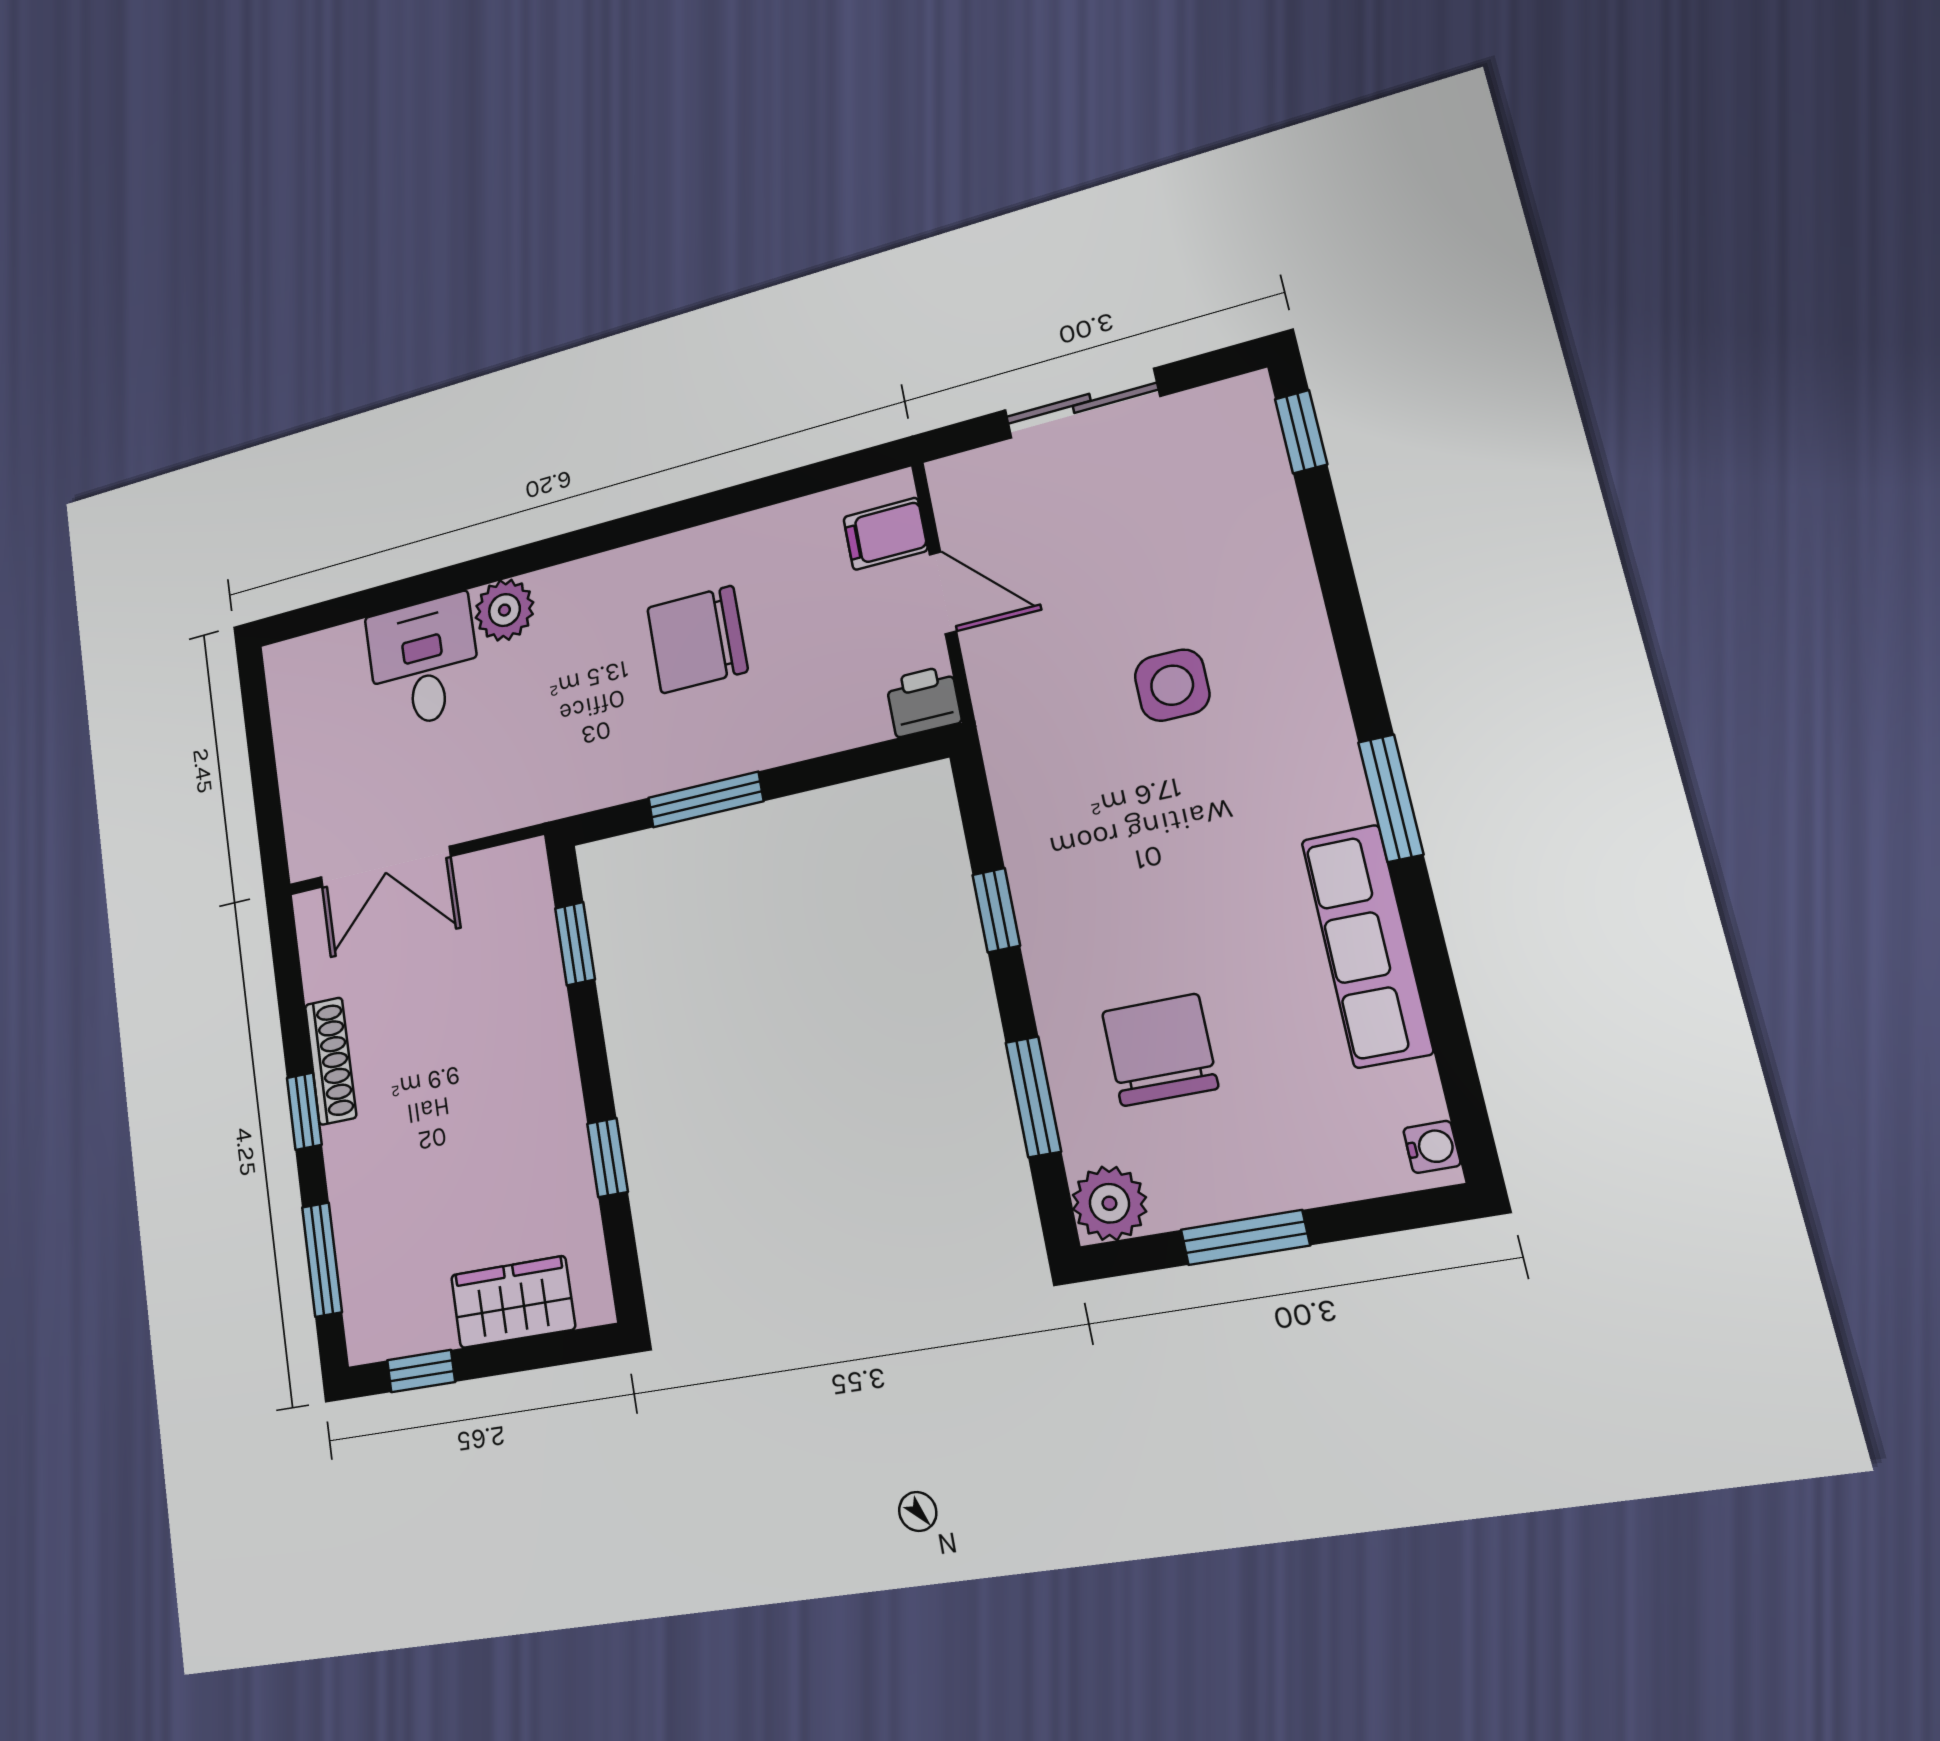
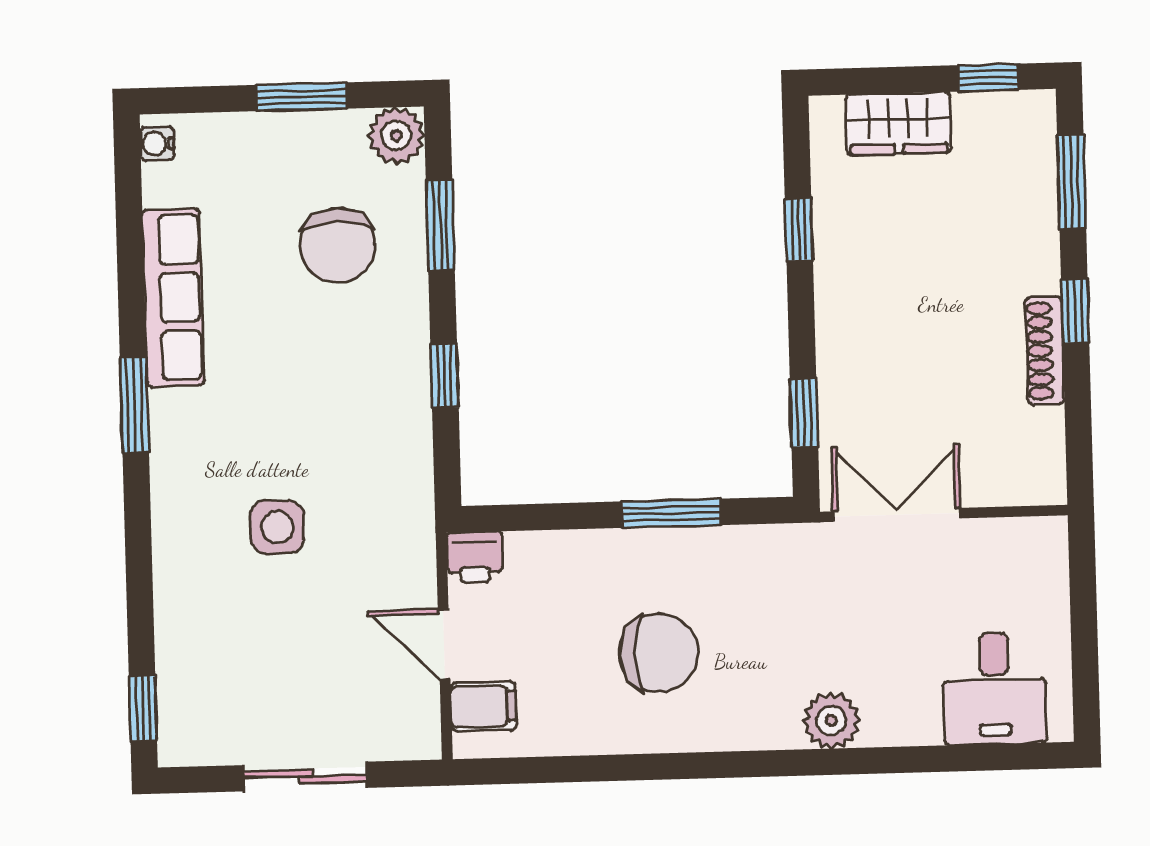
desk: (424, 662) -> (995, 689), moved
double door: (385, 867) -> (897, 515), moved

